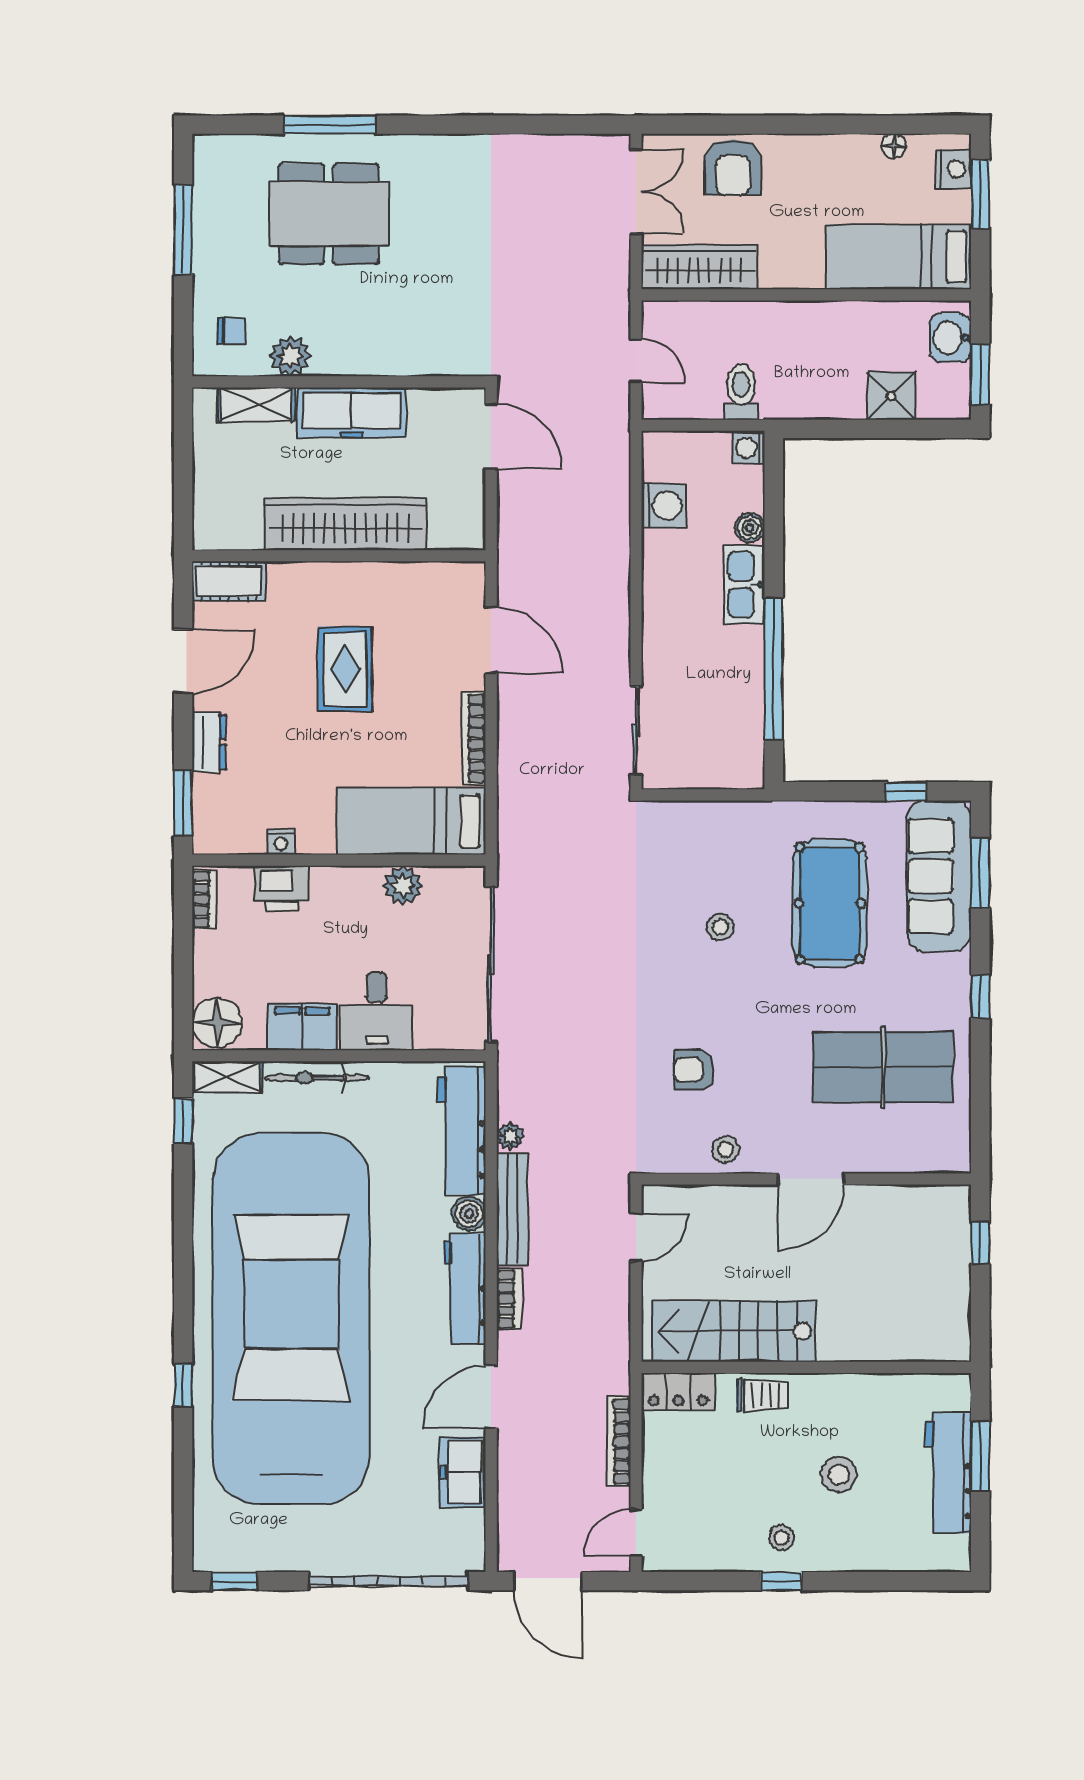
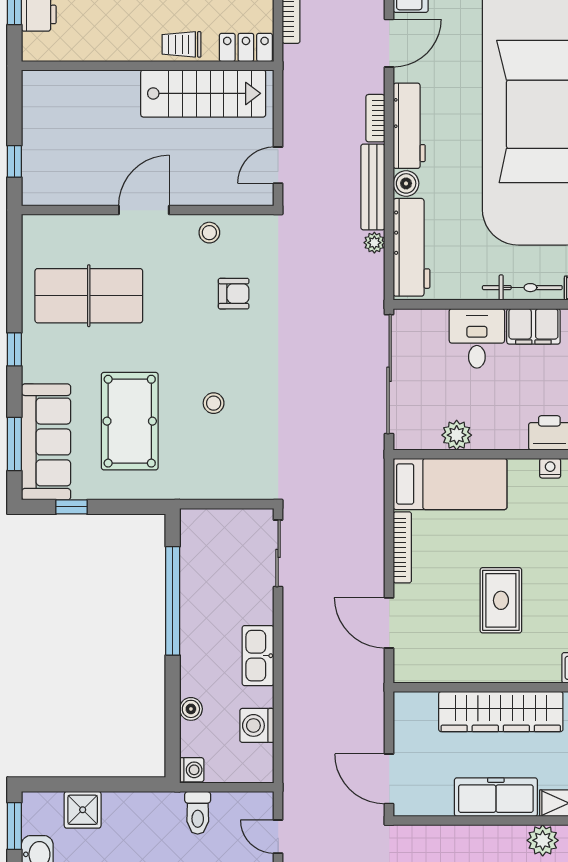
kitchen sink: (744, 585) -> (258, 656), moved, turned 180

